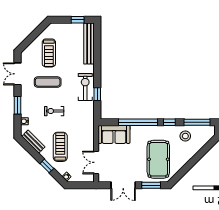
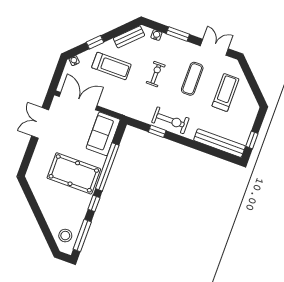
treadmill: (49, 53) -> (225, 93), turned 90
stool: (185, 136) -> (65, 236), moved
pool table: (158, 159) -> (74, 173), moved
double door: (96, 162) -> (78, 101), width x1.37
window: (151, 185) -> (28, 156), removed

